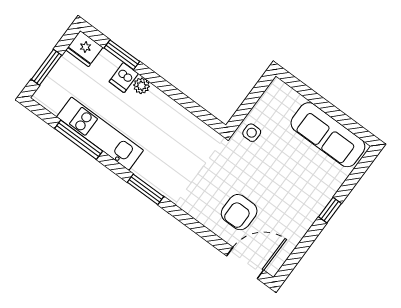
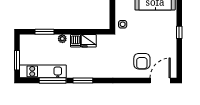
fridge: (84, 49) -> (89, 41), moved
dishwasher: (124, 78) -> (76, 41), moved
kitchen unit: (100, 134) -> (43, 71), moved
window: (146, 189) -> (83, 81), moved

